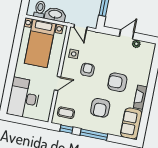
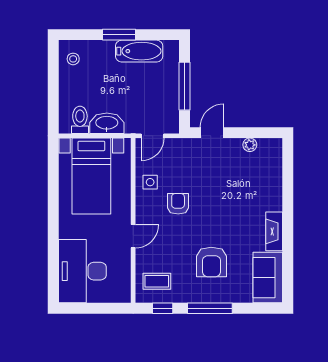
door: (80, 27) -> (153, 136), hinge flipped
door: (127, 34) -> (212, 133), moved
armchair: (117, 82) -> (231, 214), removed

